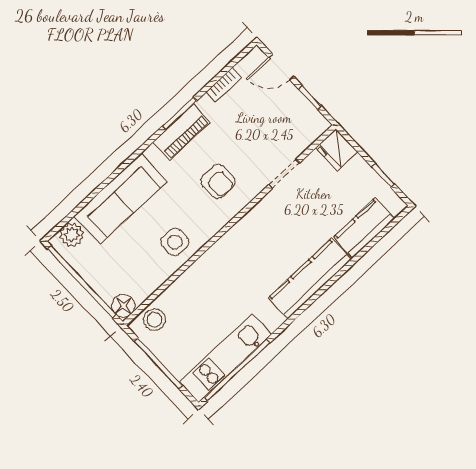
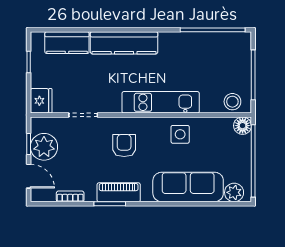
plant: (293, 109) -> (44, 147), added
kitchen unit: (226, 358) -> (161, 102), moved, turned 180

